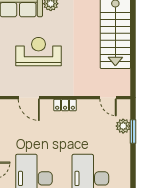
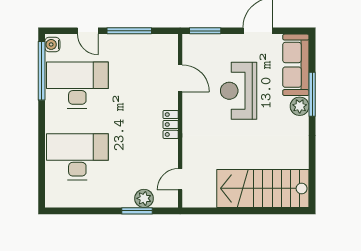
reception desk: (38, 52) -> (239, 91), turned 180
door: (29, 98) -> (180, 78), swing flipped

